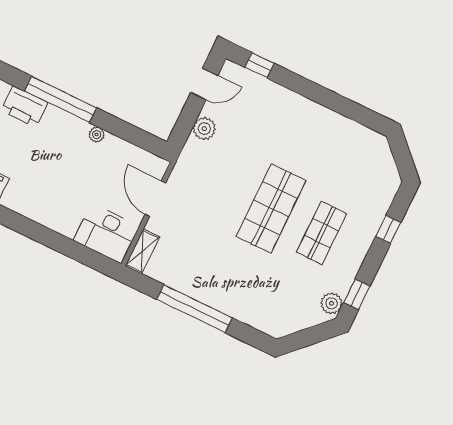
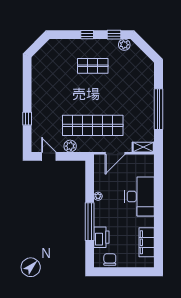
window: (260, 65) -> (27, 119), moved
shop shelf: (271, 208) -> (93, 125), moved, width x1.40
window: (388, 229) -> (87, 35), moved
desk: (106, 233) -> (140, 197), moved, width x1.36, depth x1.30

